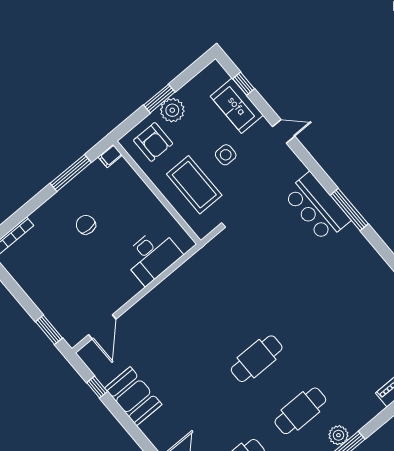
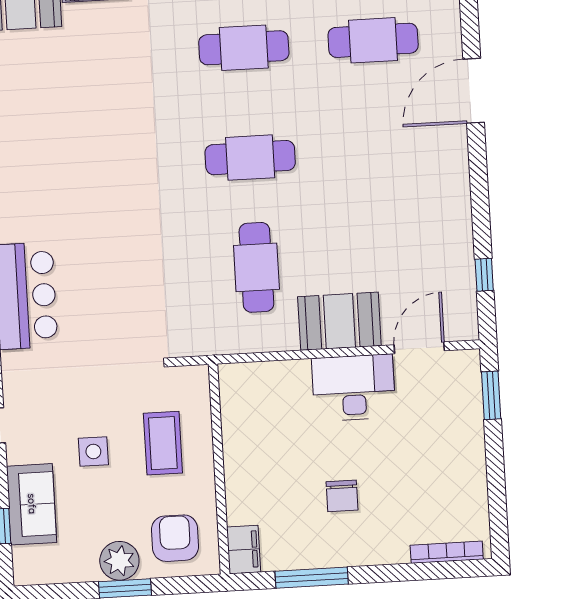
filing cabinet: (110, 156) -> (244, 550), width x2.00
coffee table: (194, 185) -> (163, 443), width x0.73, depth x0.76
desk: (152, 256) -> (354, 388), moved
cafe table: (213, 307) -> (256, 267), added
booth: (133, 396) -> (339, 321), moved, turned 90

